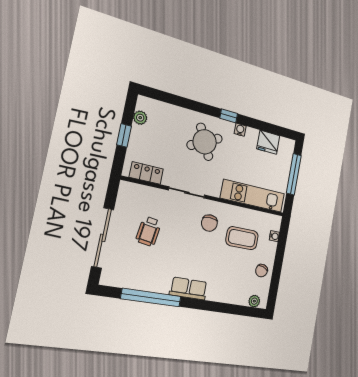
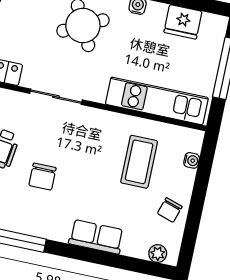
chair: (209, 223) -> (42, 177), moved
coffee table: (242, 238) -> (139, 162), turned 90
row of seats: (189, 289) -> (96, 237), moved

